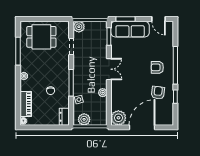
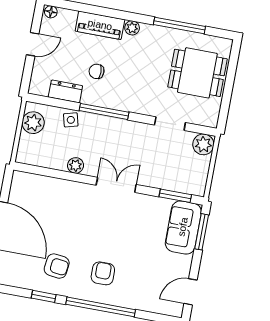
sofa: (130, 29) -> (183, 227), width x0.73
dining table: (41, 37) -> (197, 73), turned 90
double door: (109, 69) -> (116, 185), swing flipped
piano: (26, 104) -> (100, 25), moved
dresser: (64, 117) -> (65, 91), moved
plant: (118, 118) -> (24, 186), removed
door: (42, 127) -> (33, 44), added

